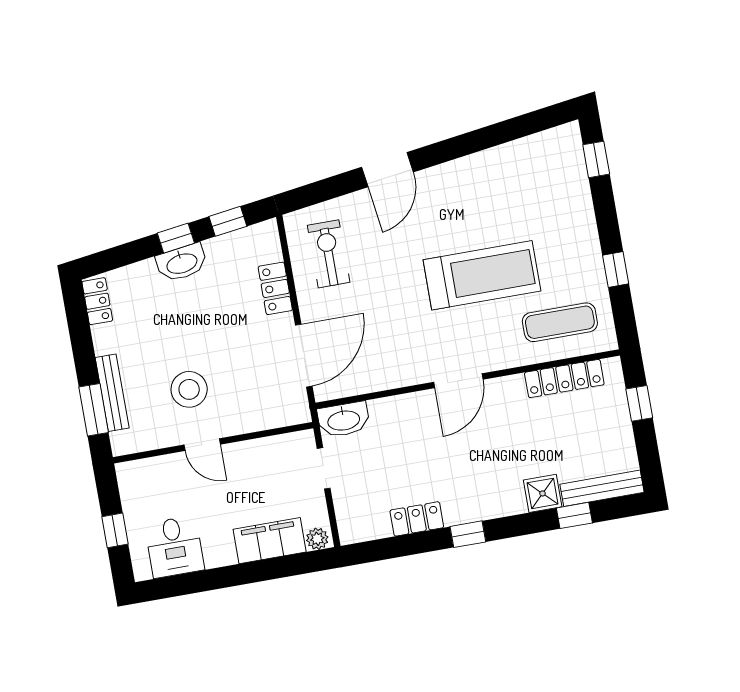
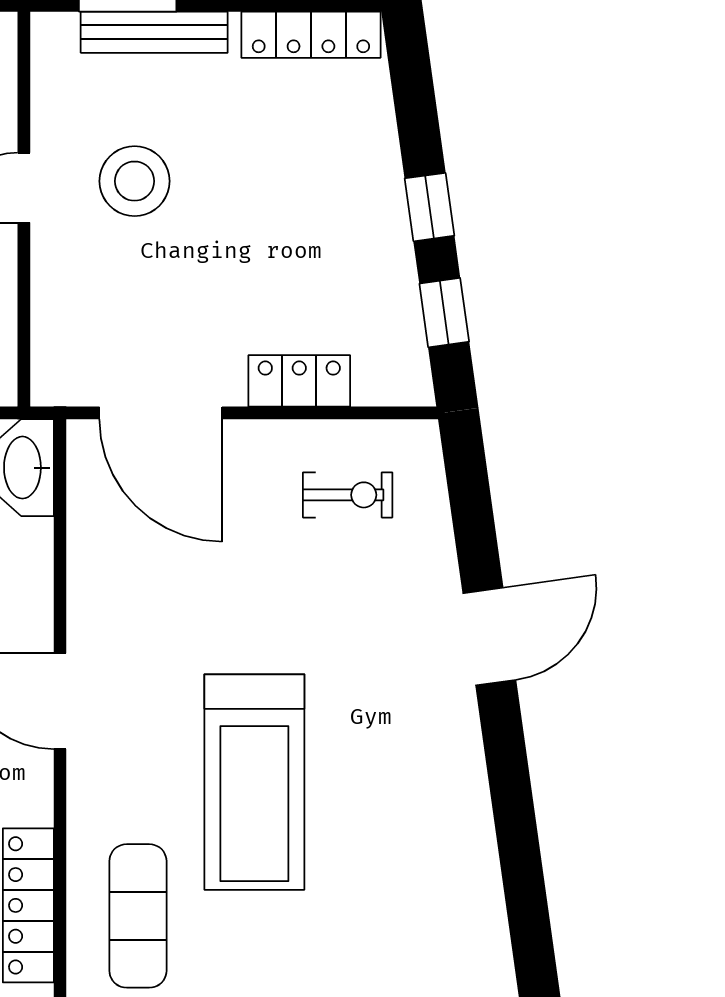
door: (387, 170) -> (489, 637), swing flipped
exercise bike: (329, 254) -> (348, 495), width x0.73, depth x0.72
washbasin: (182, 263) -> (380, 210), removed
locker: (97, 301) -> (311, 35), width x1.53

